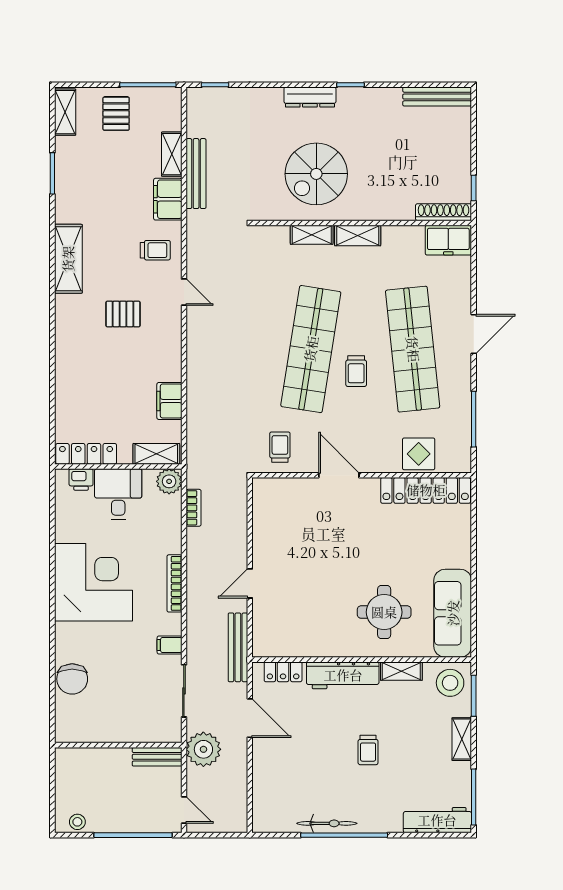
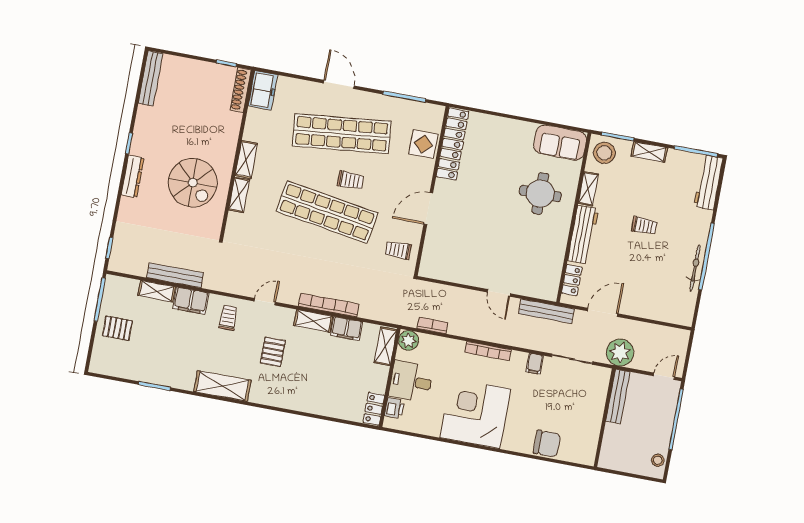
shelving: (65, 112) -> (313, 321), moved
bookcase: (195, 373) -> (329, 305), added
locker: (86, 454) -> (374, 409), width x0.66
sofa: (453, 613) -> (560, 143), width x0.73
bench: (157, 757) -> (618, 396), width x1.36

